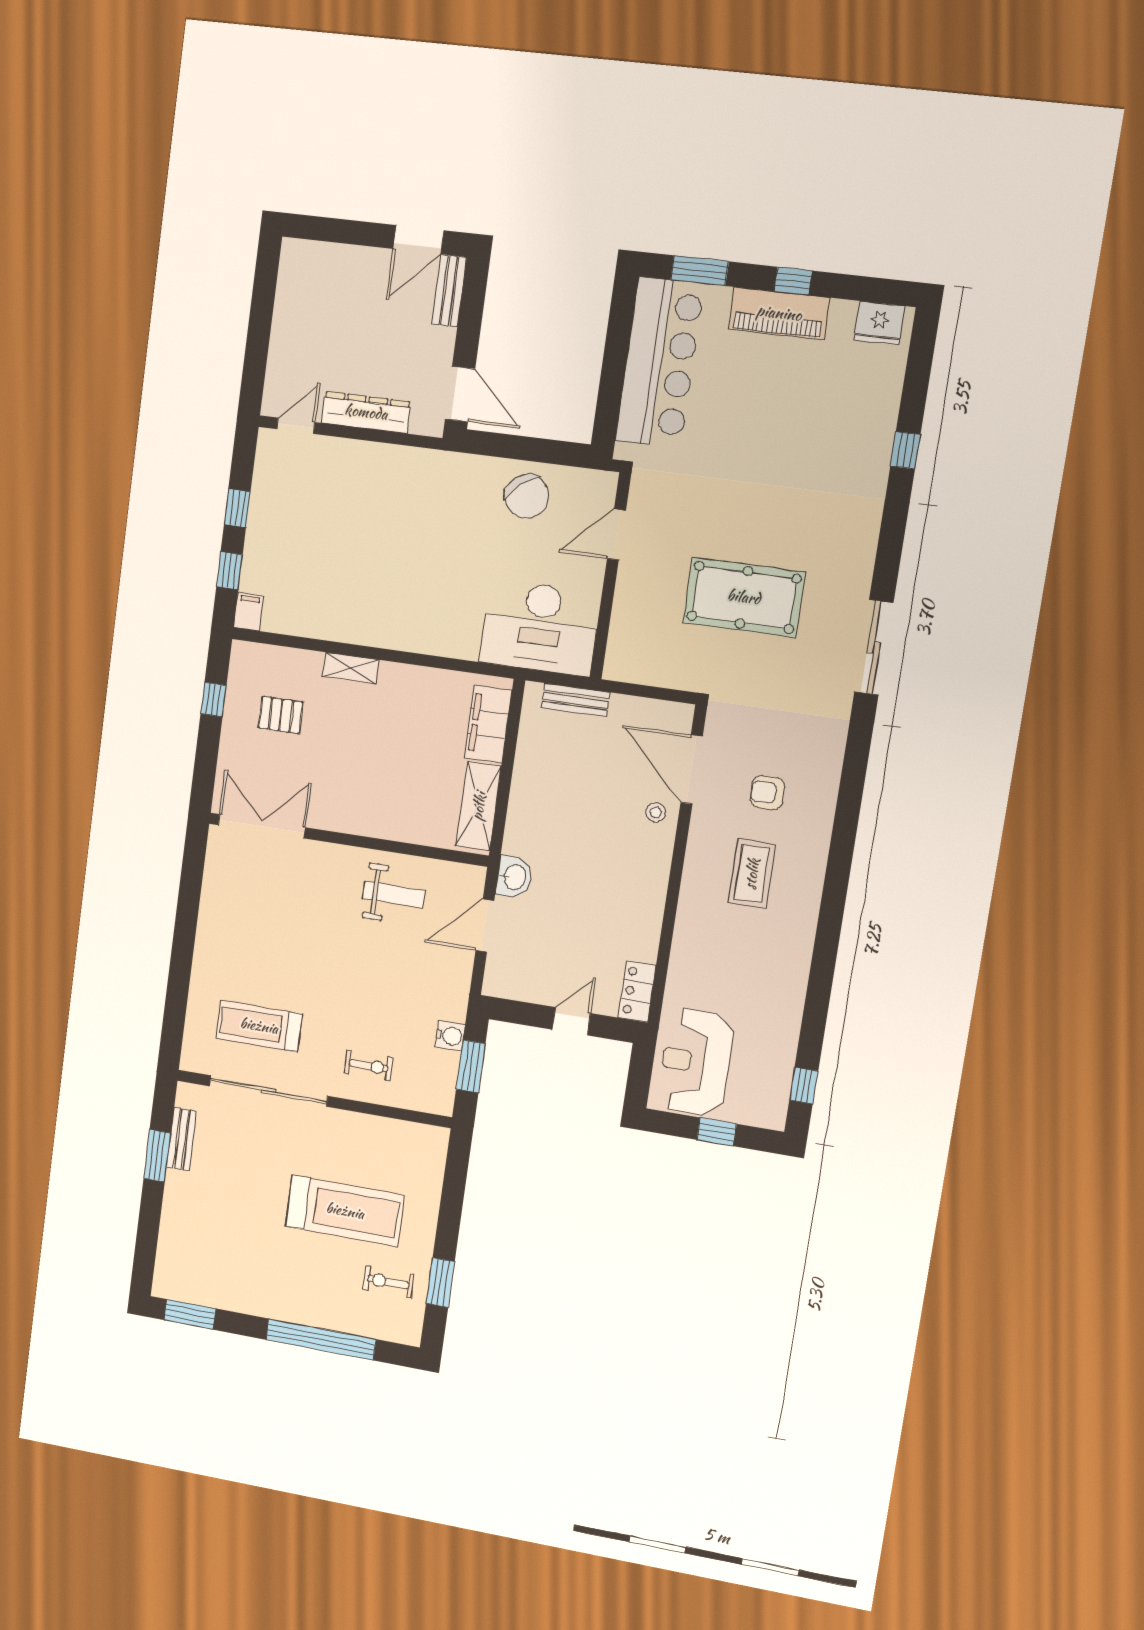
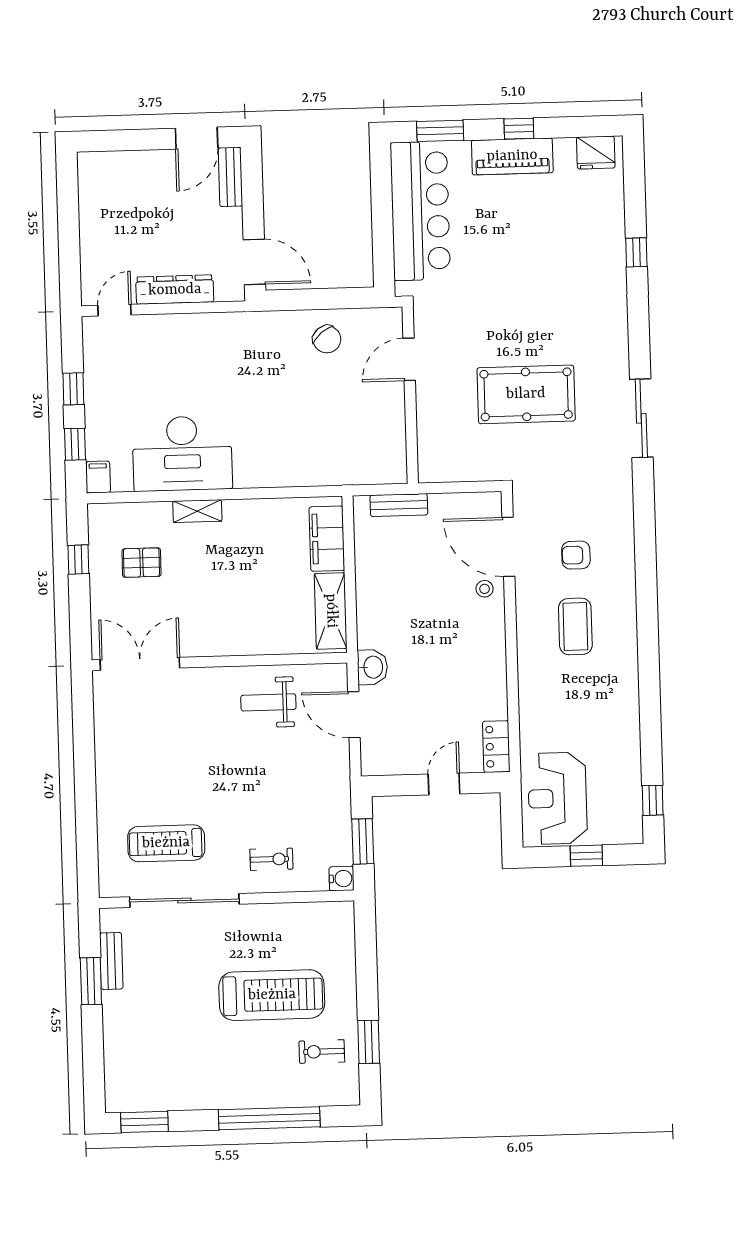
chair: (527, 496) -> (327, 339), width x0.73, depth x0.73
desk: (540, 628) -> (182, 454), moved
weight bench: (393, 895) -> (268, 702), turned 180
door: (485, 926) -> (354, 715), hinge flipped
water cooler: (450, 1036) -> (342, 879), moved

